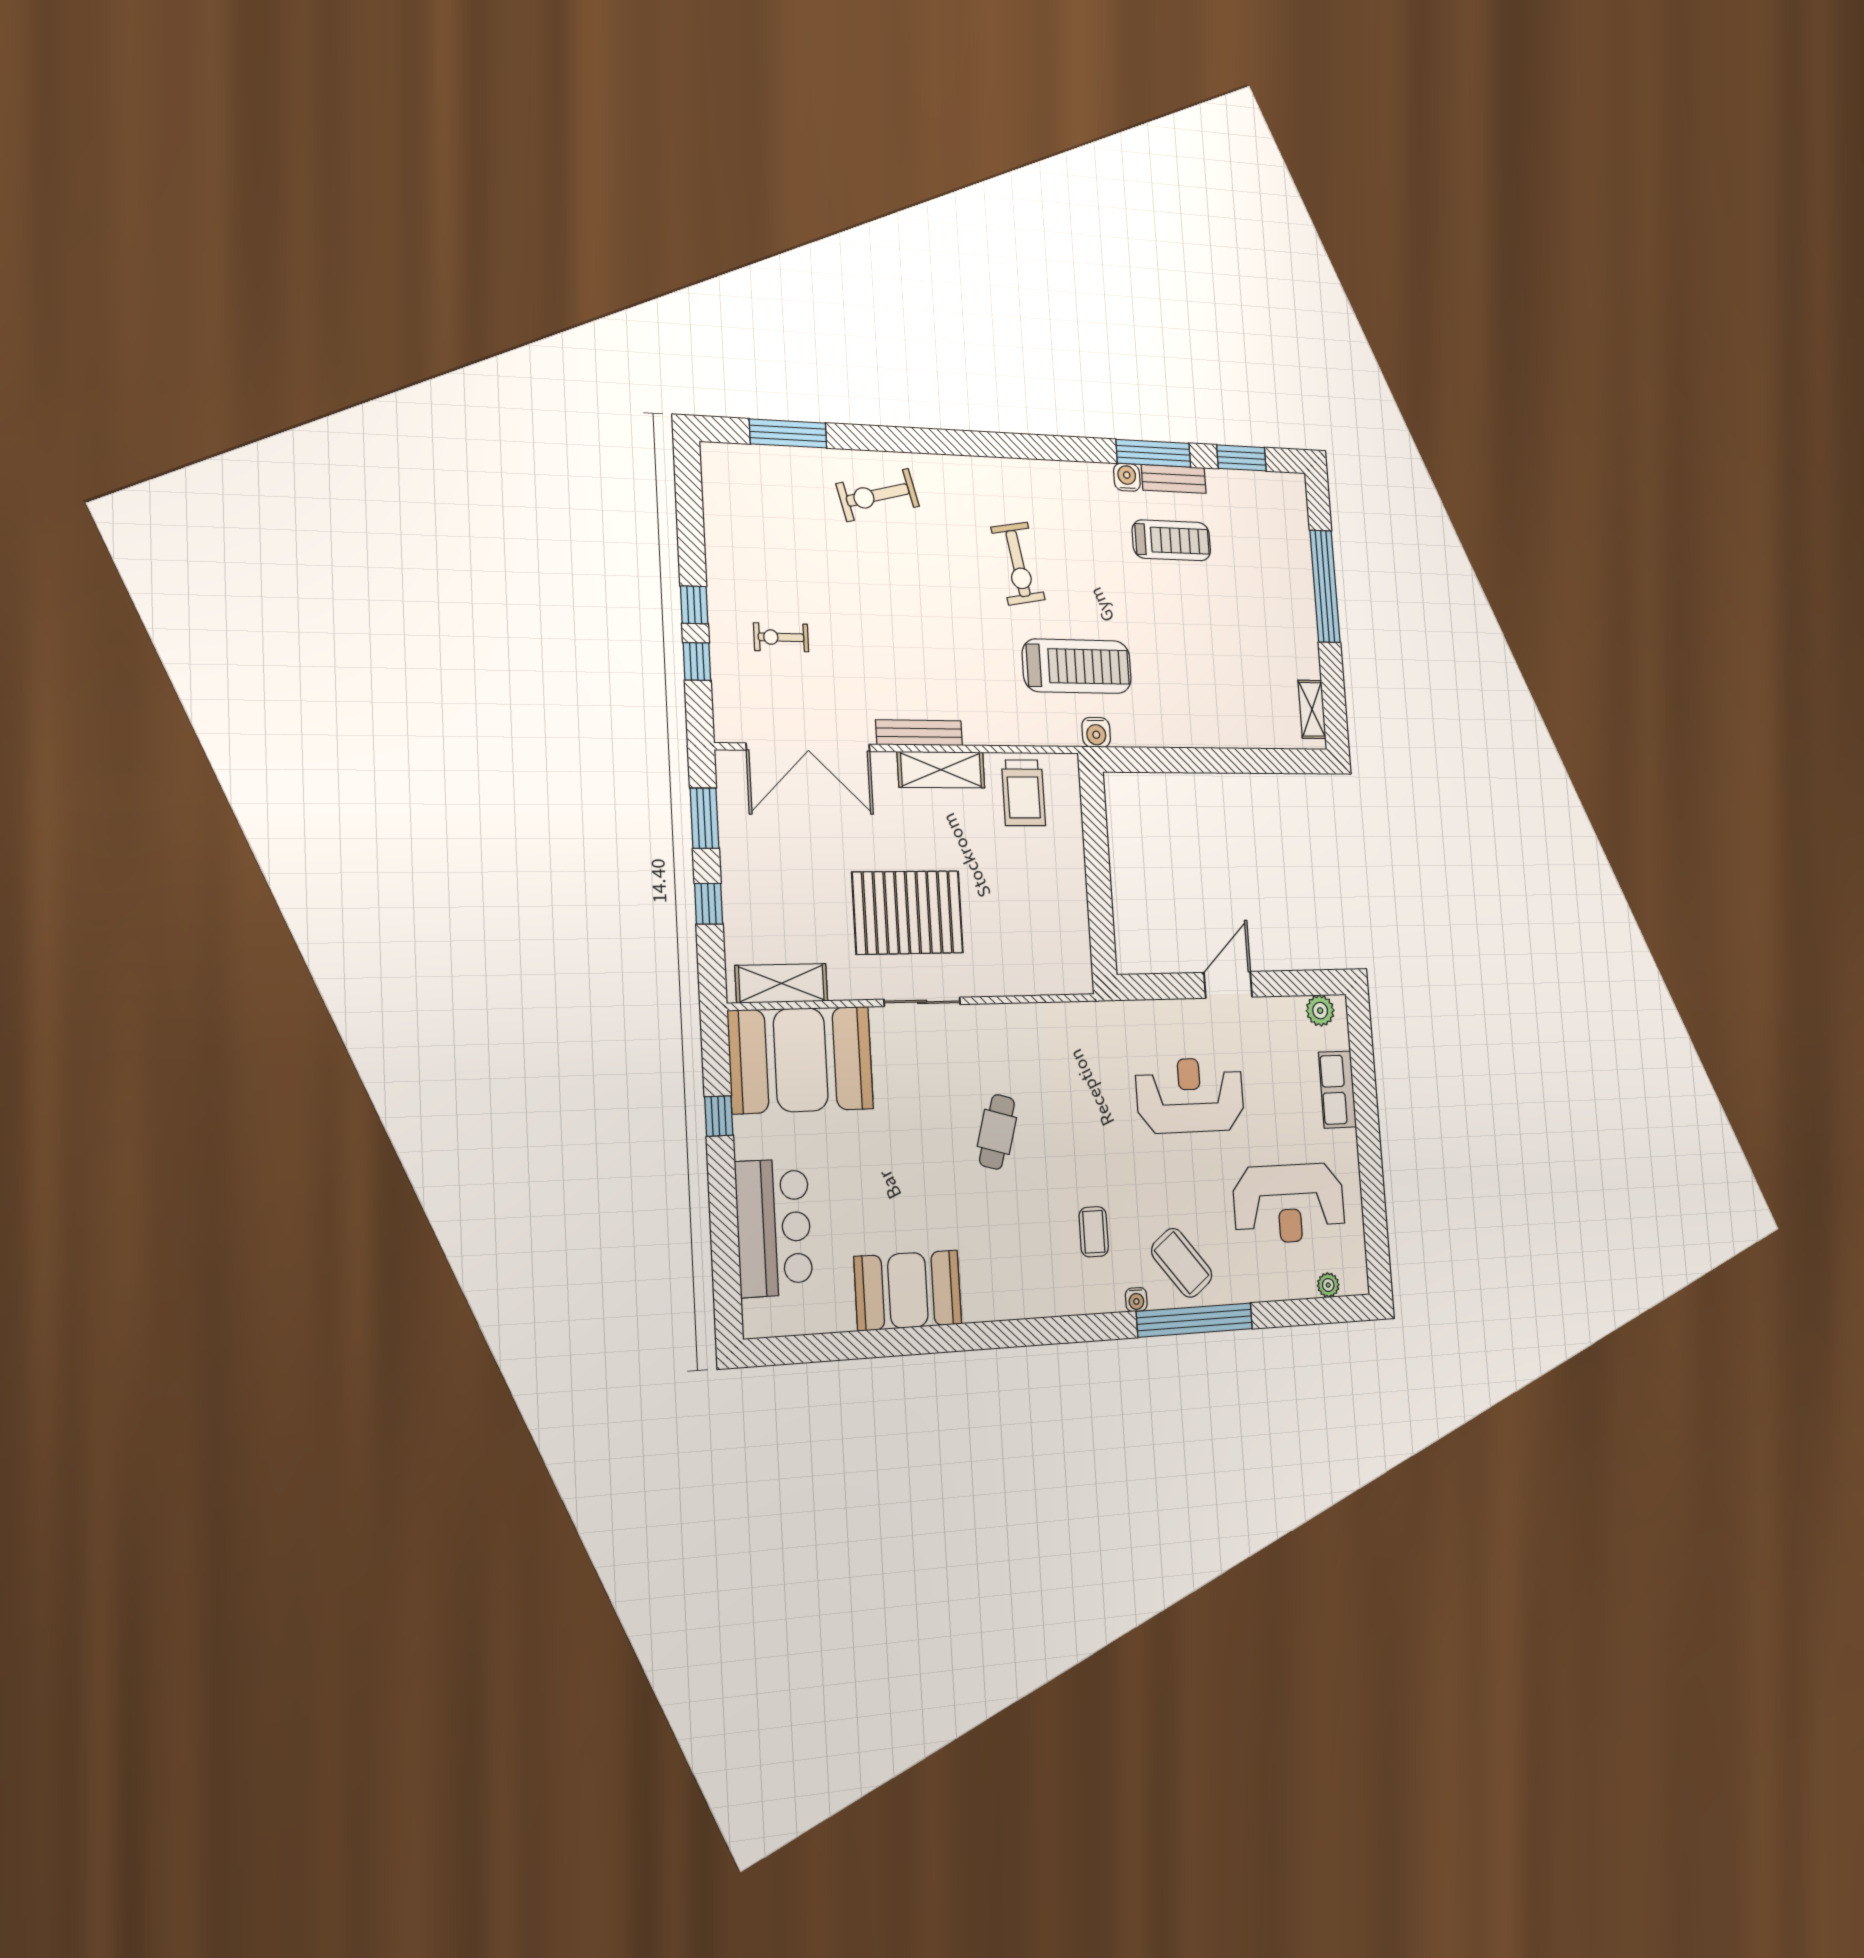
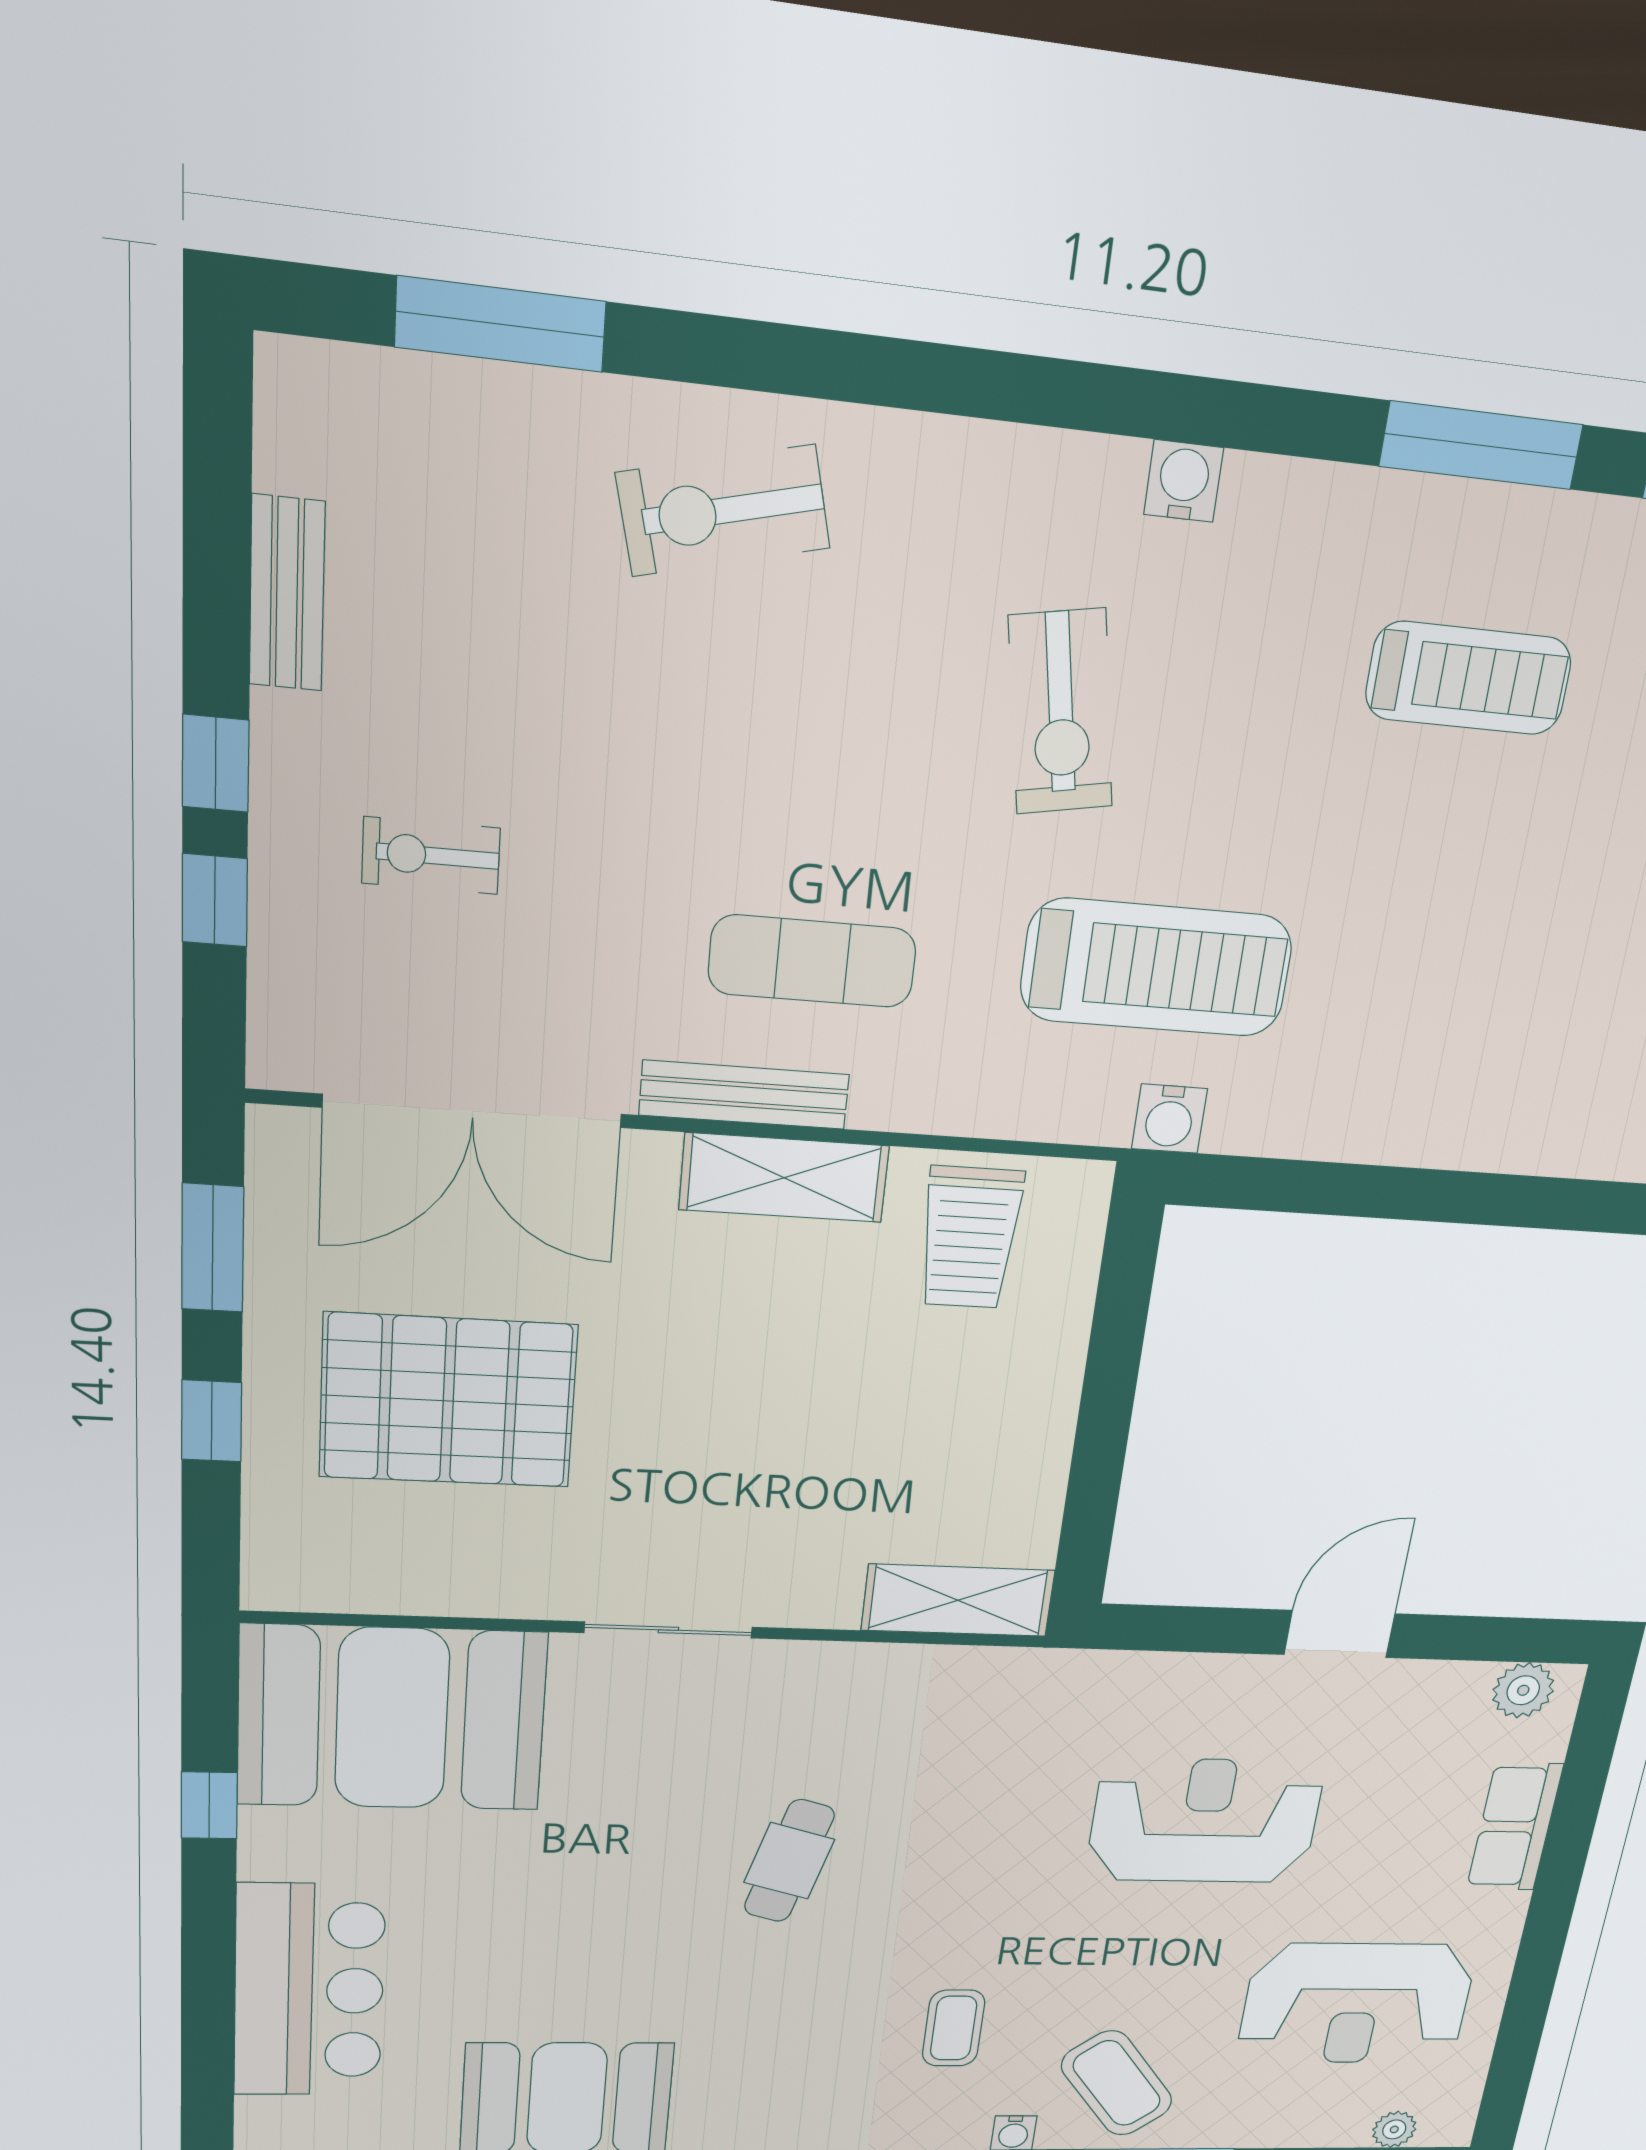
water cooler: (1127, 477) -> (1184, 481), moved
bench: (1174, 479) -> (287, 593), moved, turned 90
exercise mat: (938, 672) -> (812, 961), added
pallet: (908, 912) -> (448, 1401), moved
shelving: (781, 983) -> (958, 1600), moved

